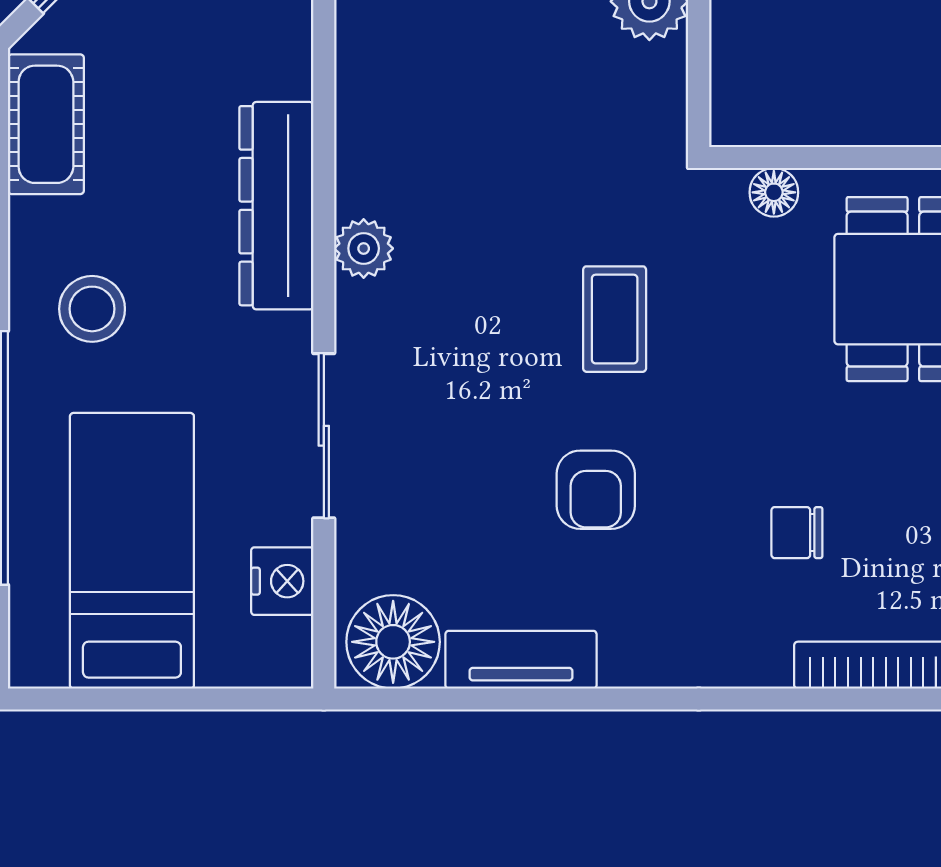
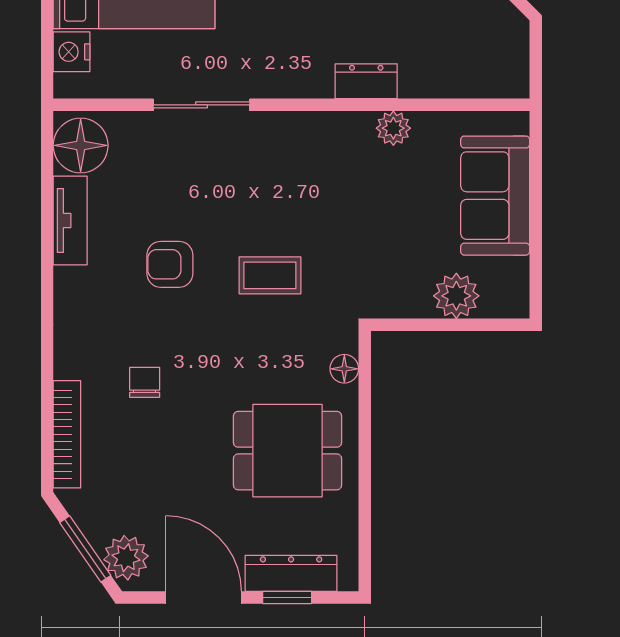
dresser: (276, 206) -> (366, 81), width x0.51, depth x0.80
plant: (364, 248) -> (393, 128), moved
nightstand: (282, 581) -> (72, 52), moved, turned 90

